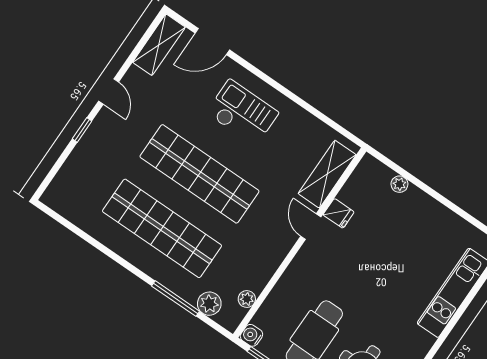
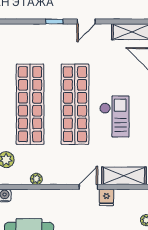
checkout: (242, 113) -> (114, 116), moved
plant: (247, 299) -> (36, 179), moved

